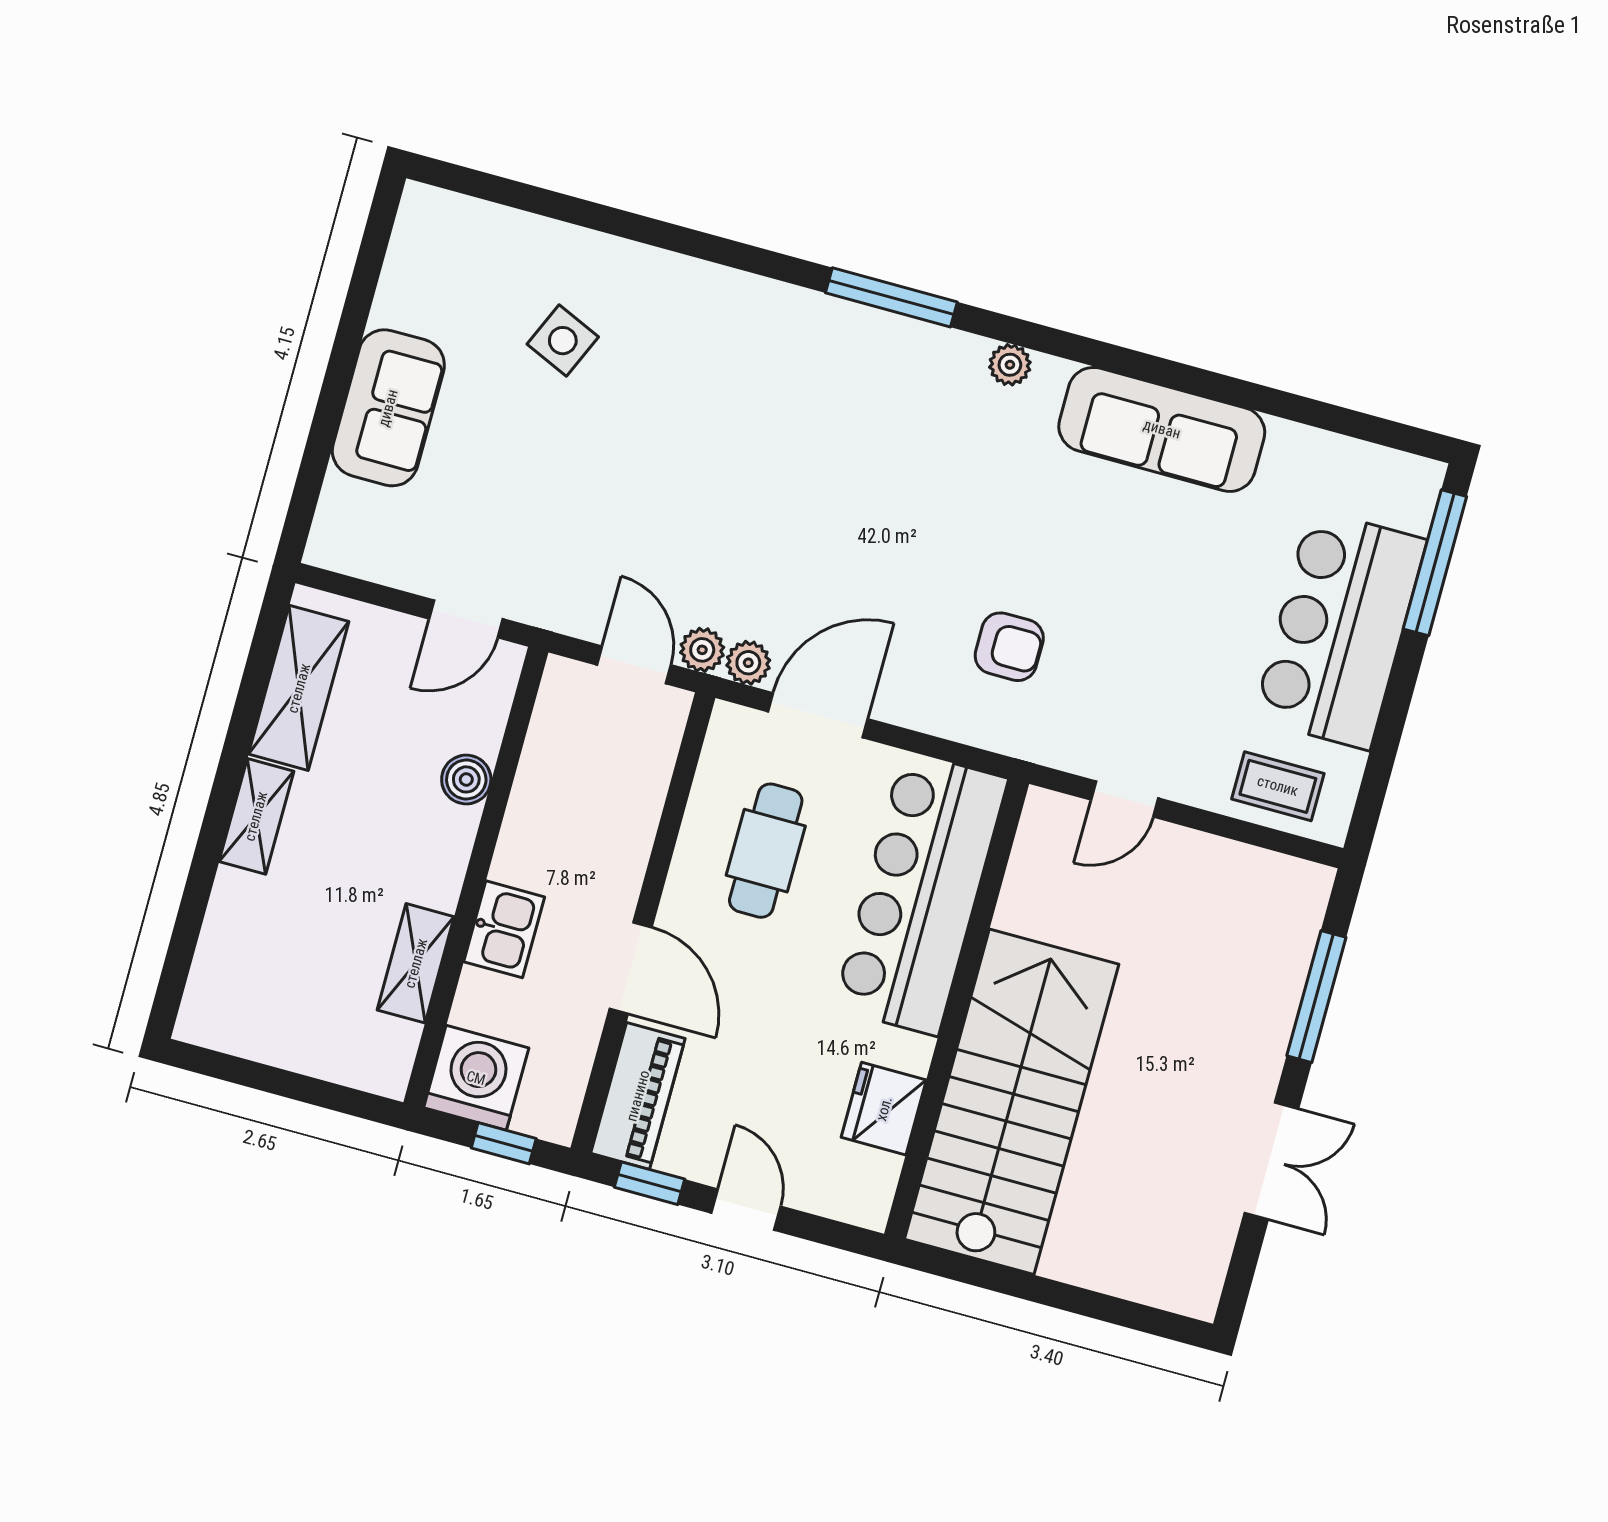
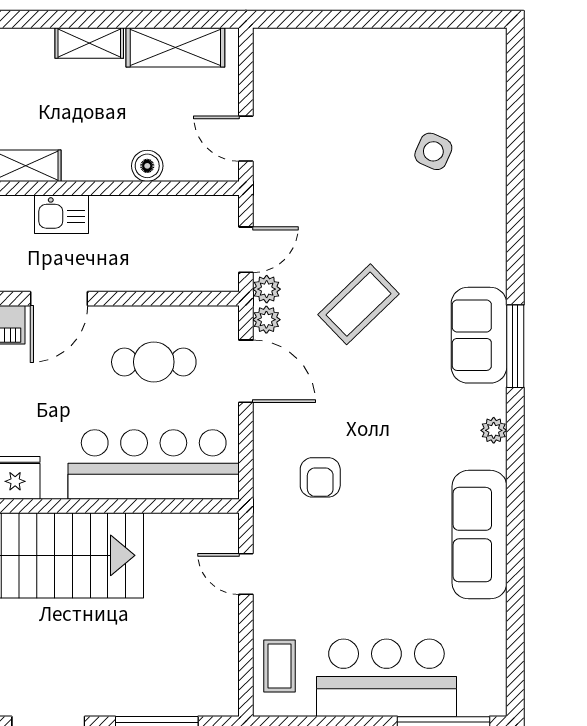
sofa: (388, 408) -> (479, 335), moved, turned 90
coffee table: (763, 517) -> (358, 304), added

